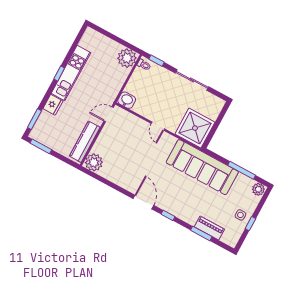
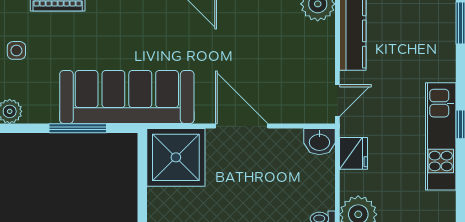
fridge: (53, 105) -> (353, 153), moved, turned 180
door: (158, 126) -> (242, 126), width x1.88
window: (242, 170) -> (78, 128), moved

